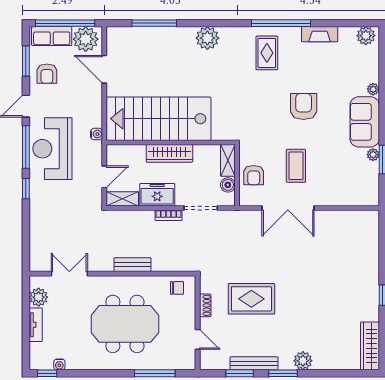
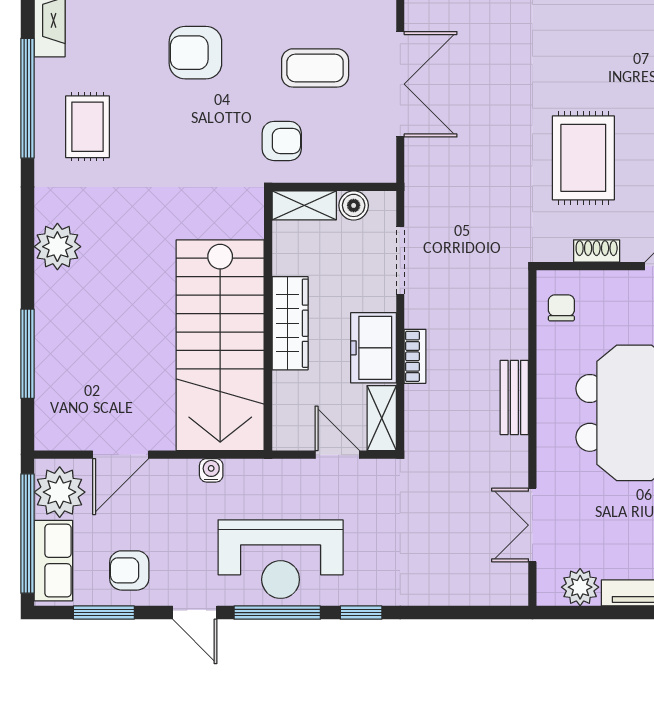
rug: (267, 53) -> (88, 127), turned 90
armchair: (47, 74) -> (129, 570), turned 180
water cooler: (96, 134) -> (211, 470), moved
armchair: (254, 175) -> (282, 141), moved
bookcase: (169, 215) -> (415, 356), moved

